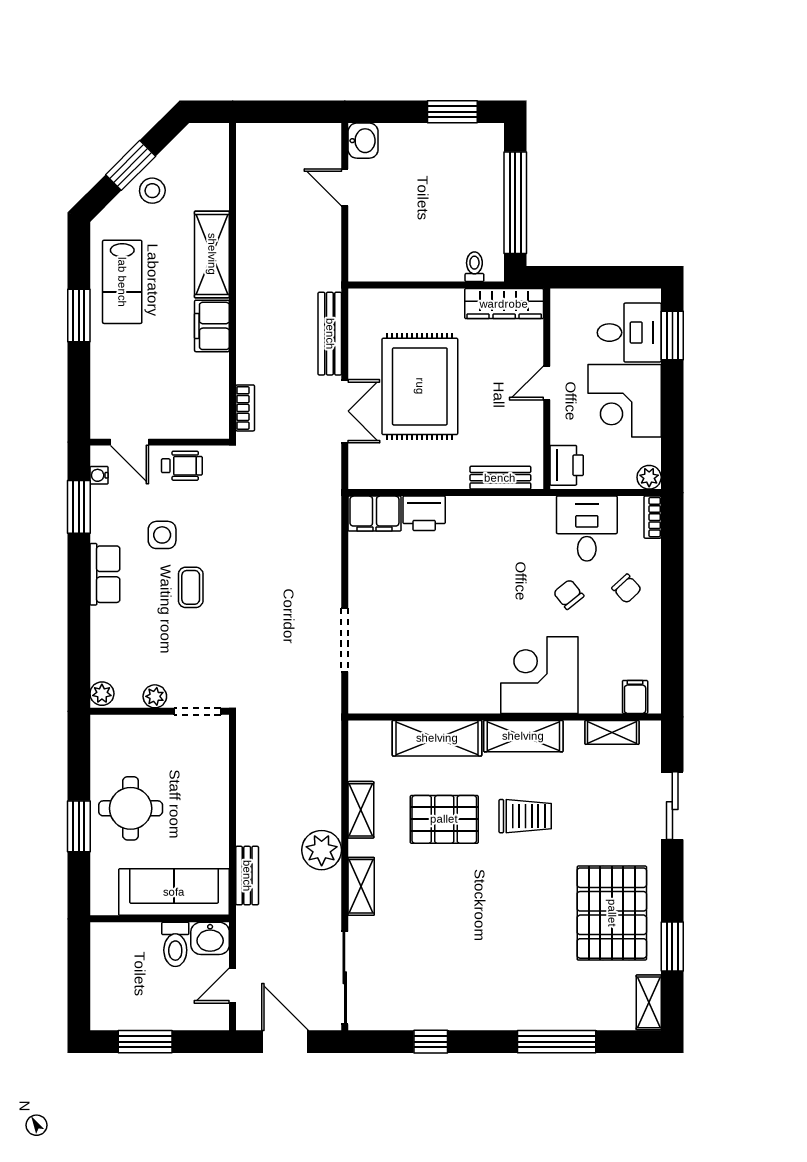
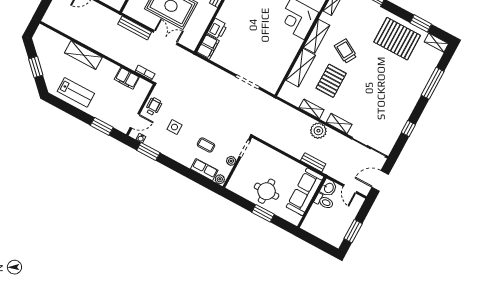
stool: (152, 191) -> (49, 64), removed
window: (79, 316) -> (102, 126), moved
filing cabinet: (212, 326) -> (127, 78), moved
row of seats: (105, 574) -> (204, 170), moved
coffee table: (191, 587) -> (206, 145), moved
trolley: (525, 816) -> (346, 51), turned -60

